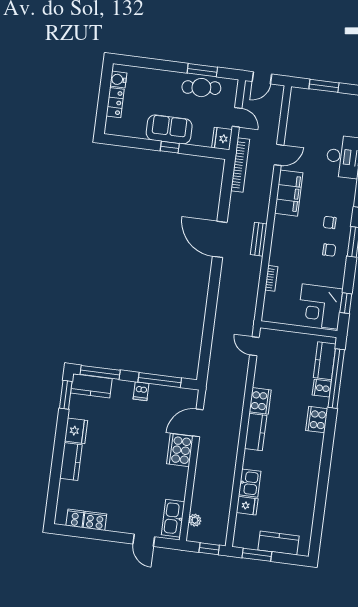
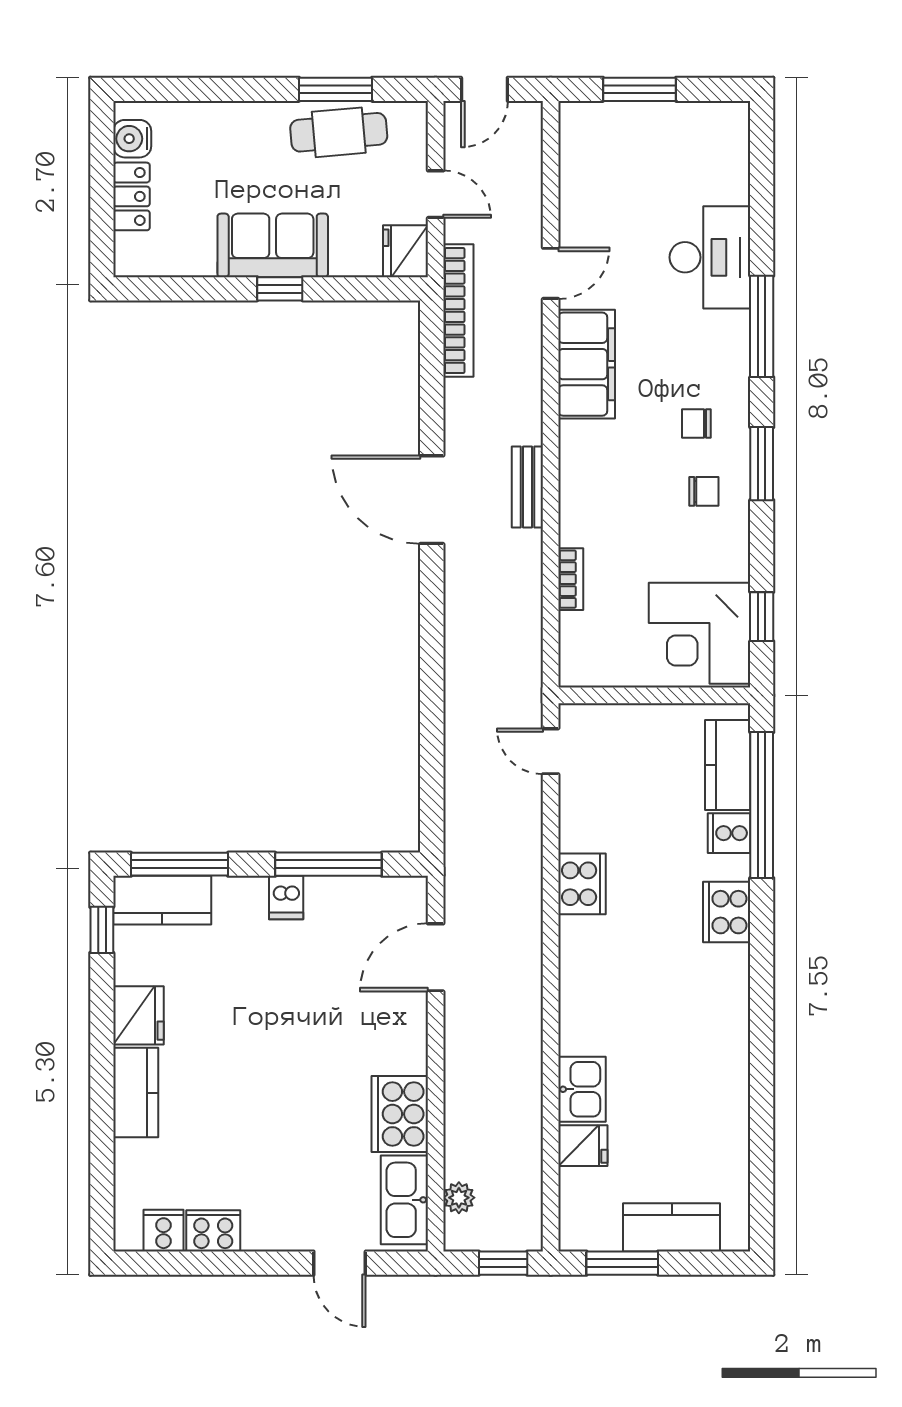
window: (66, 395) -> (102, 930), width x0.67
kitchen counter: (256, 432) -> (581, 962), removed
cooker: (180, 450) -> (400, 1114), moved

